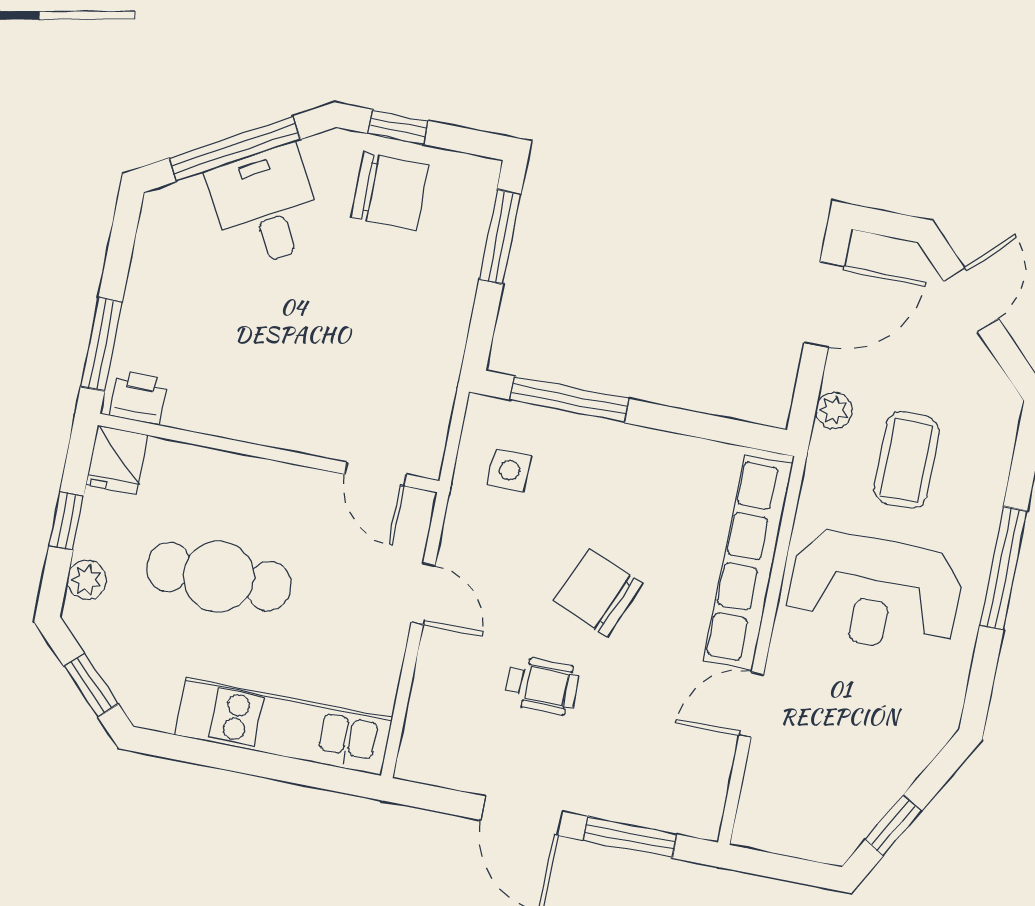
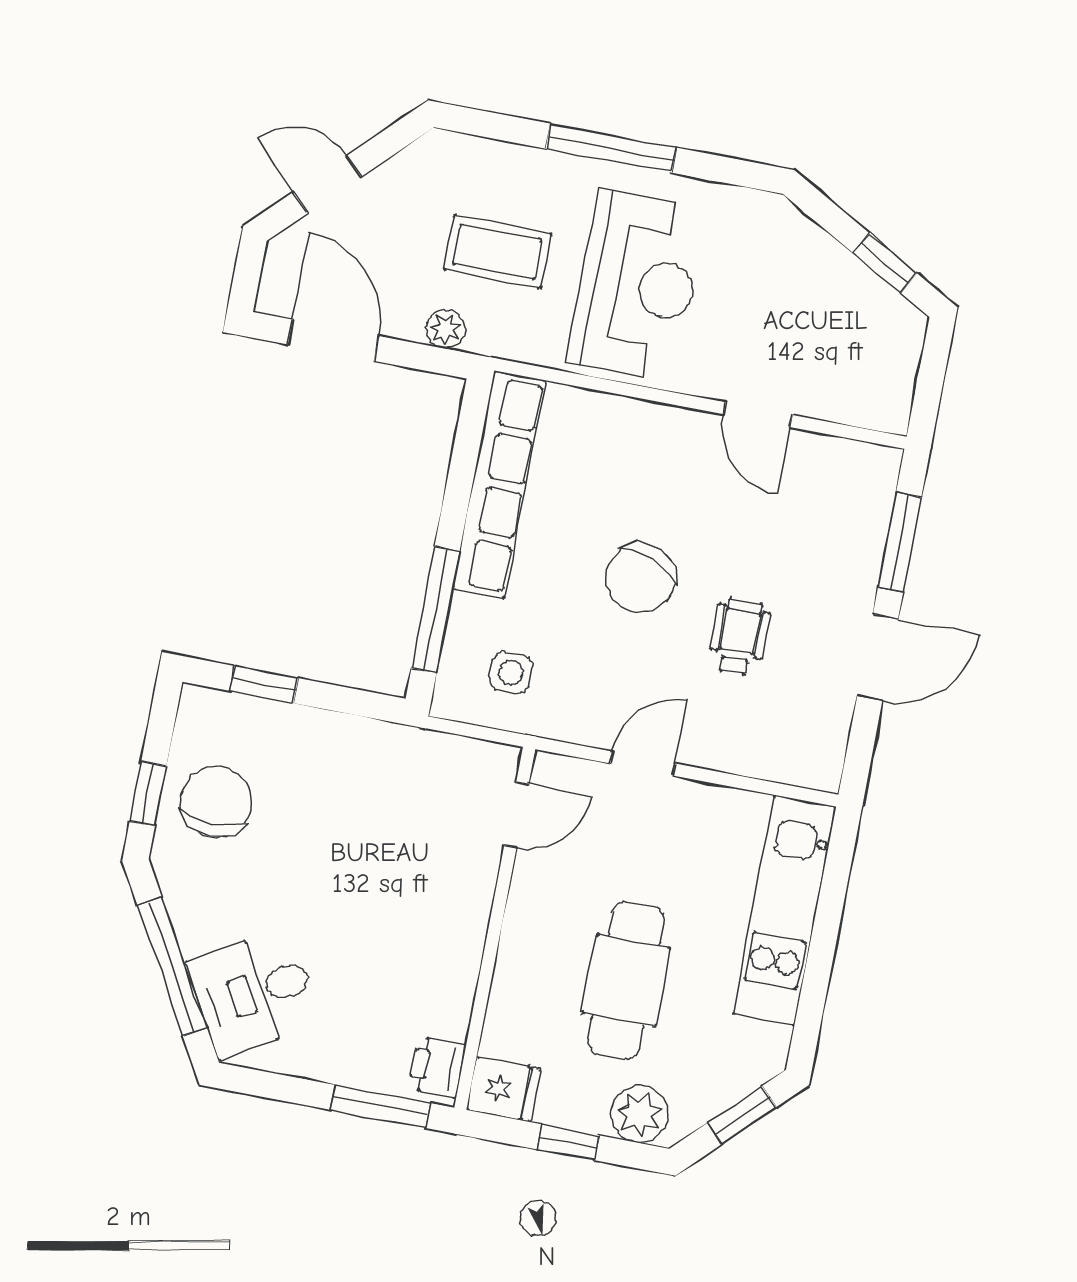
desk: (266, 206) -> (254, 993), moved
window: (500, 237) -> (264, 685), width x0.67
row of seats: (748, 562) -> (499, 485), moved, turned -90
plant: (87, 580) -> (640, 1114), width x1.38, depth x1.38

